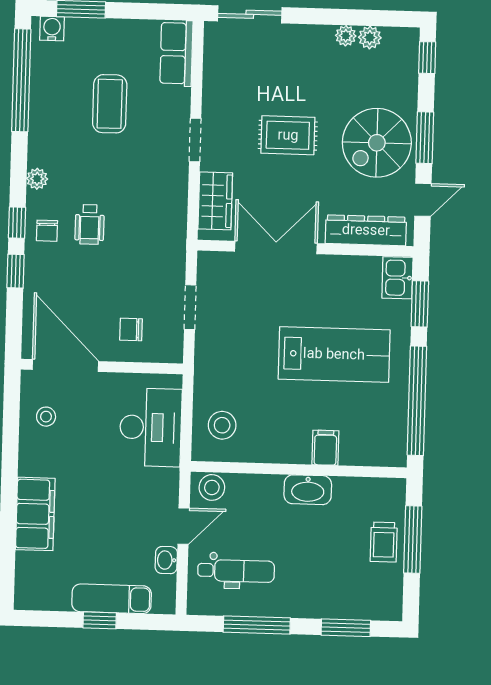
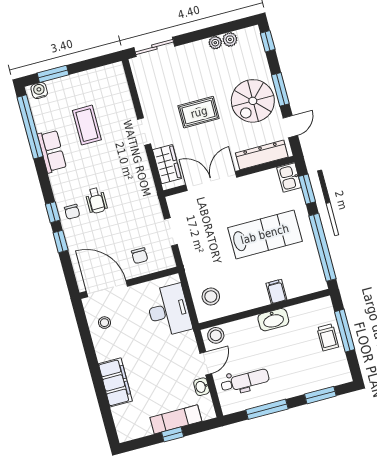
row of seats: (176, 53) -> (52, 151), moved, turned 180
plant: (37, 179) -> (57, 183), removed
chair: (131, 329) -> (140, 256), turned -90

